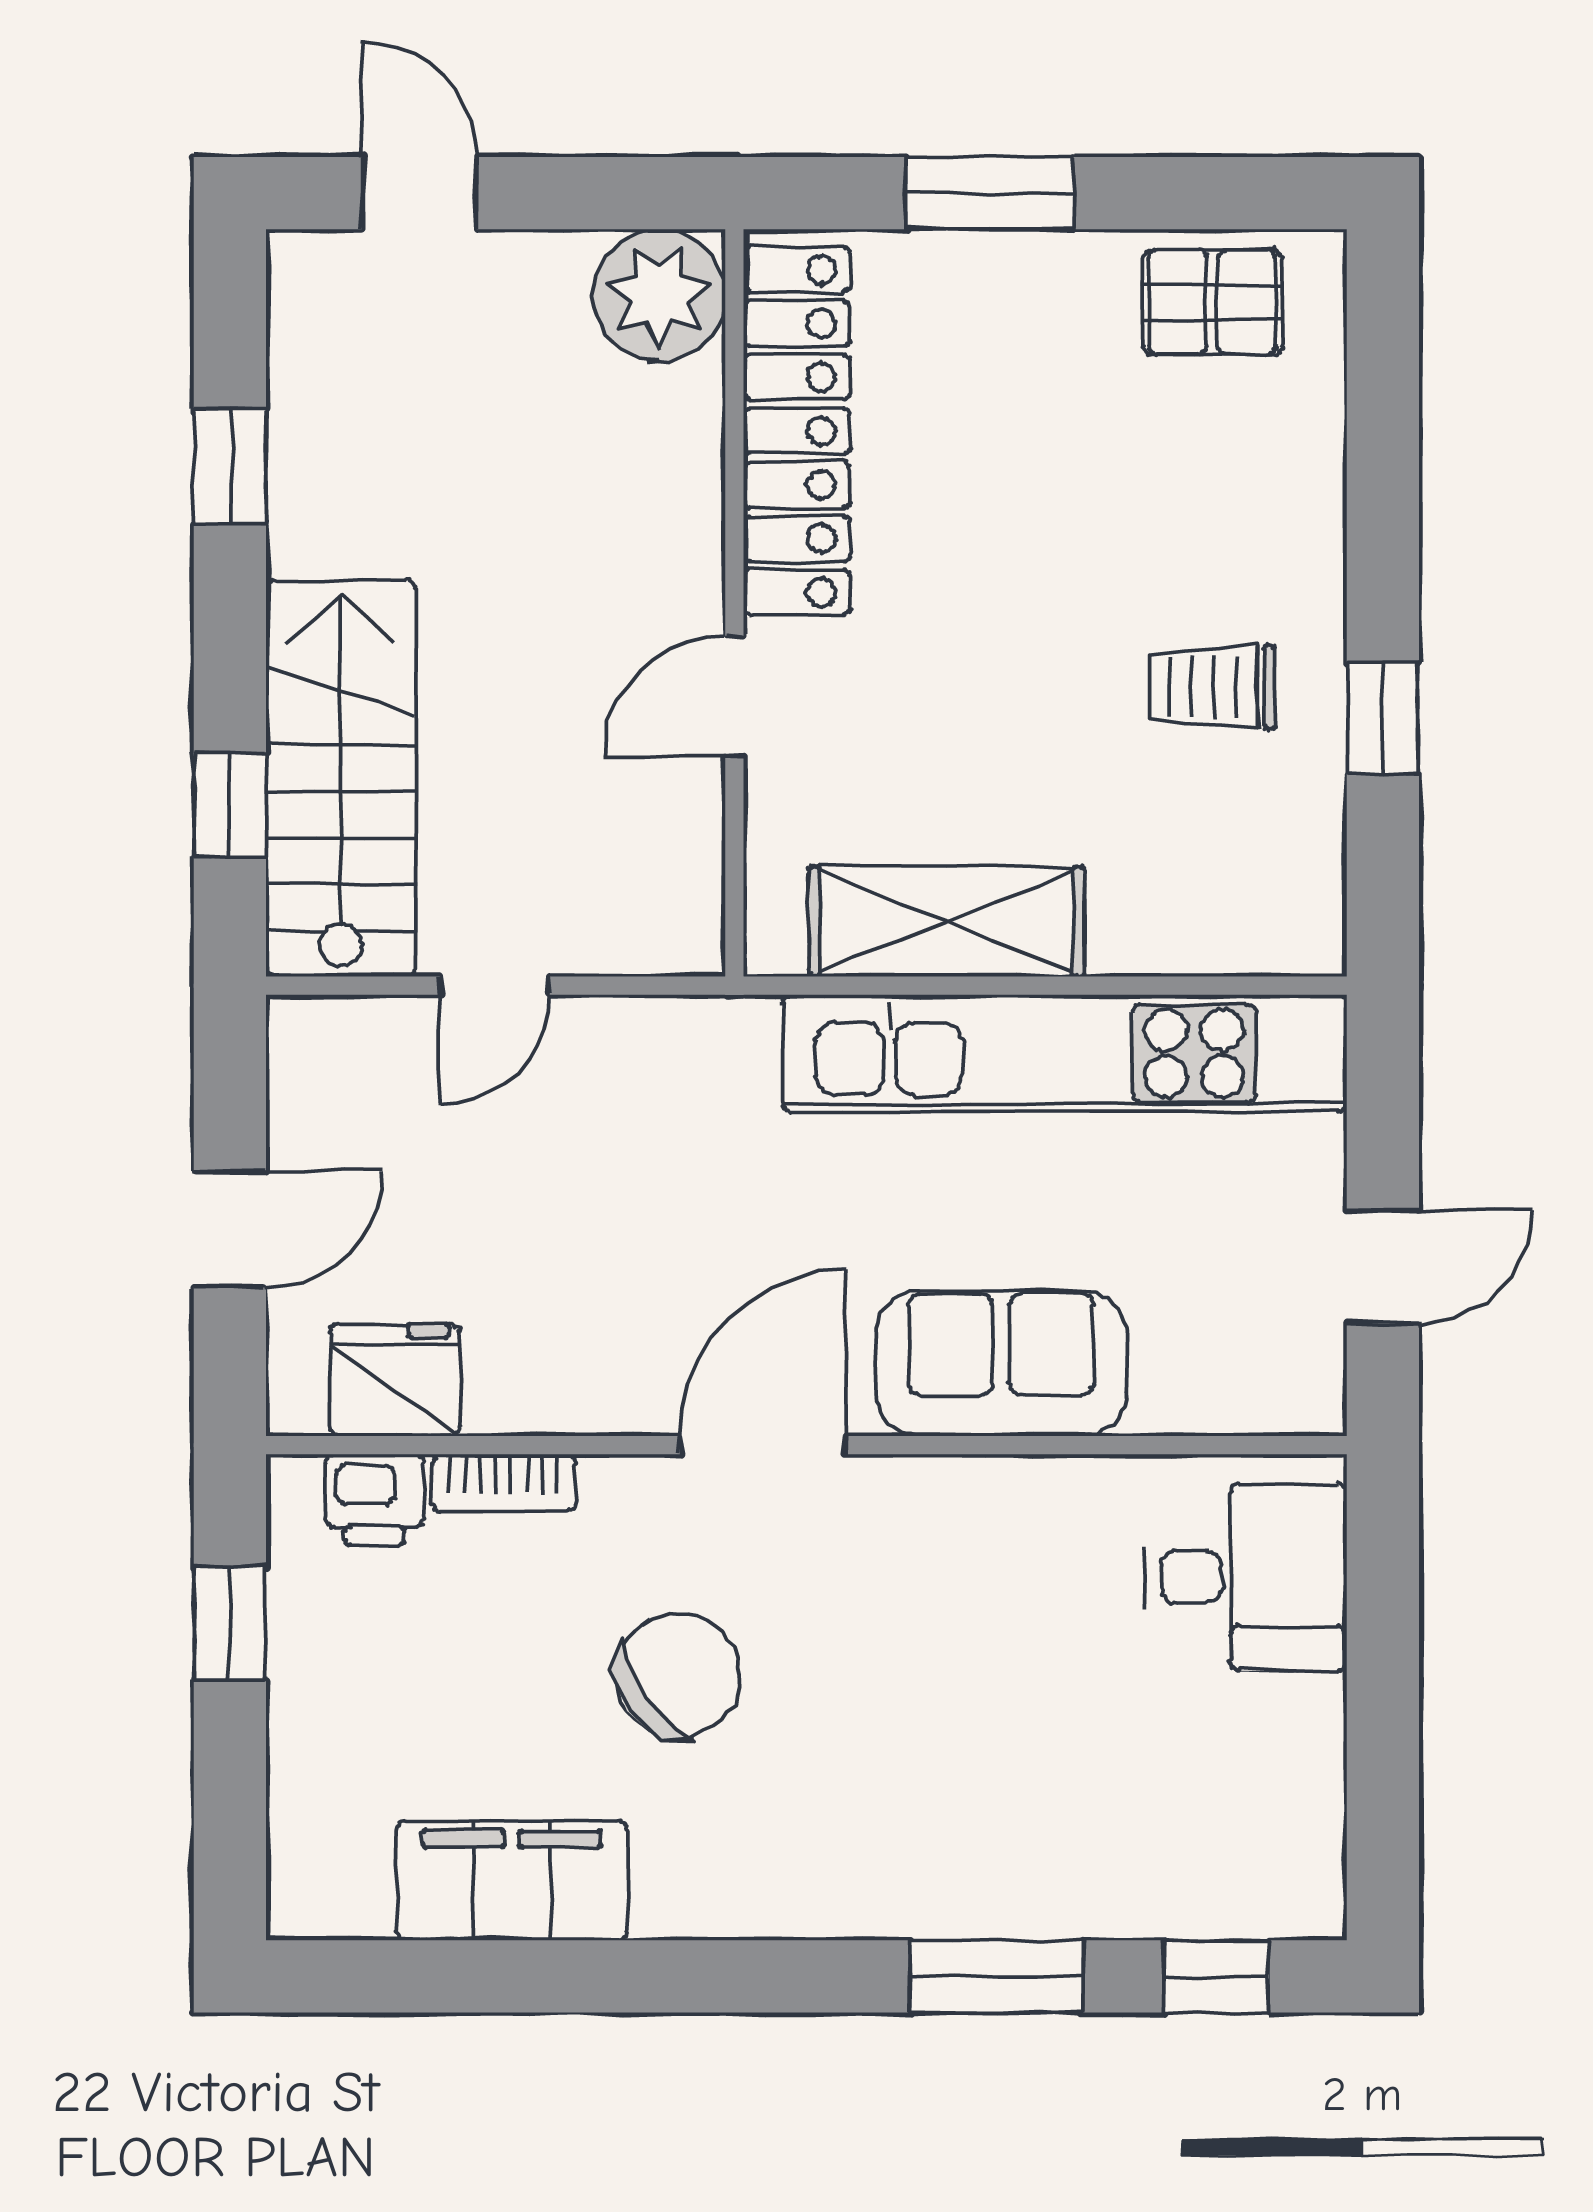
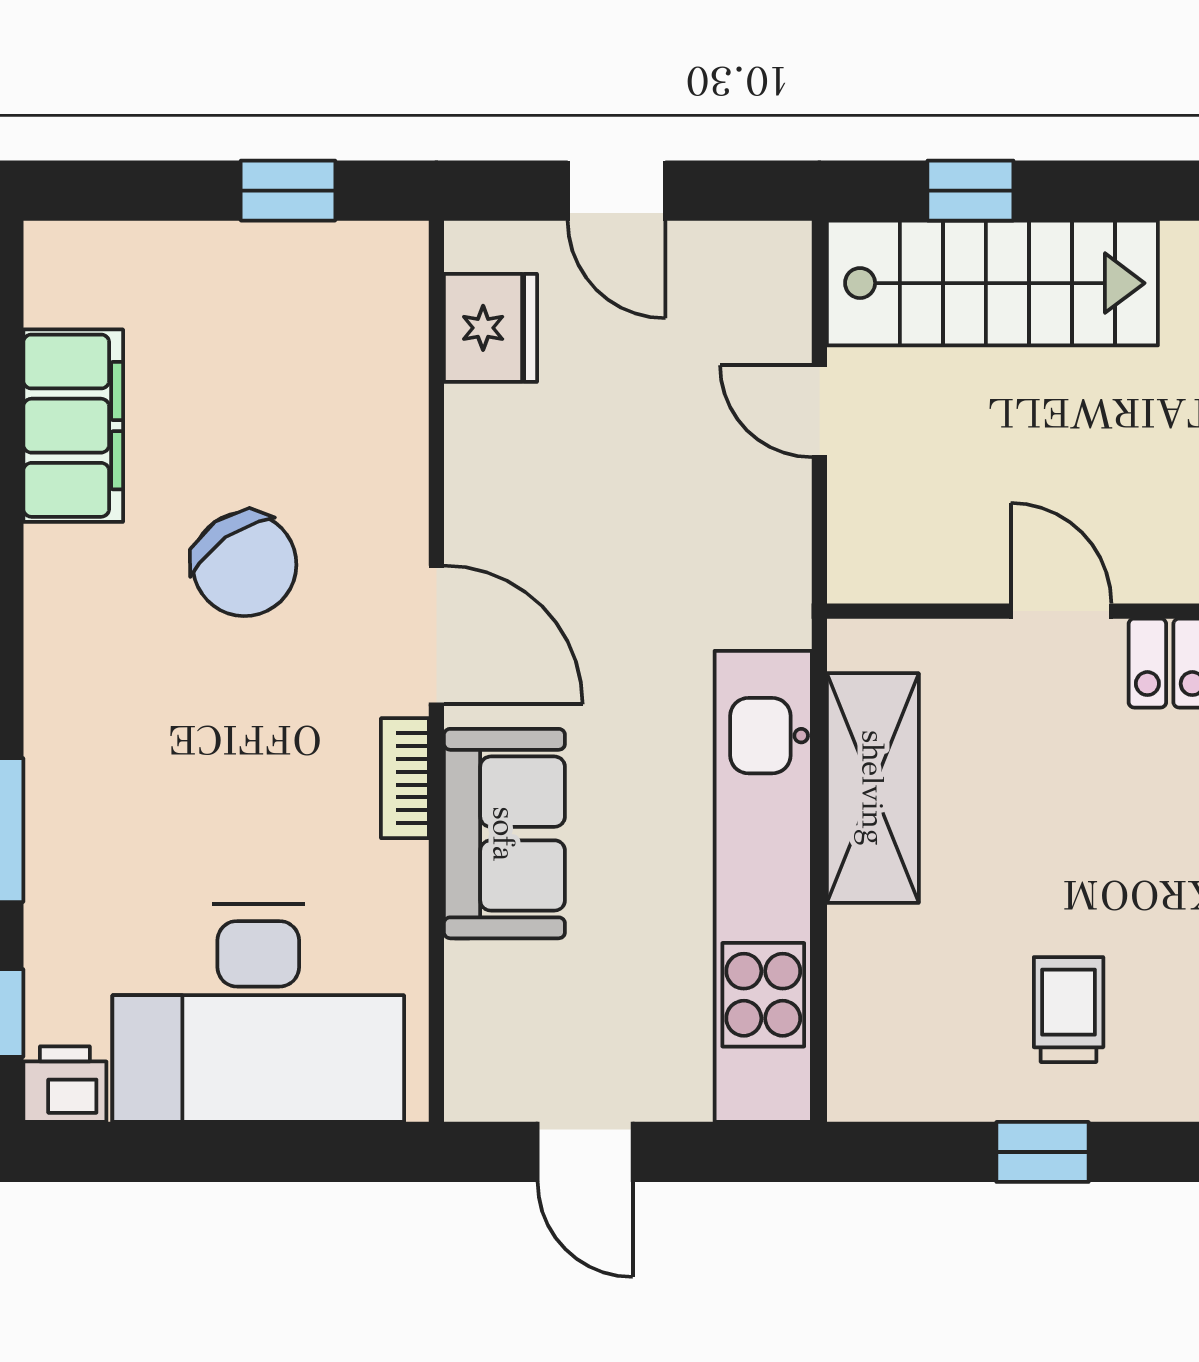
bookcase: (504, 1483) -> (405, 778), moved
printer: (375, 1499) -> (65, 1084), moved, turned 90
desk: (1246, 1577) -> (258, 1013), width x1.87, depth x1.30

